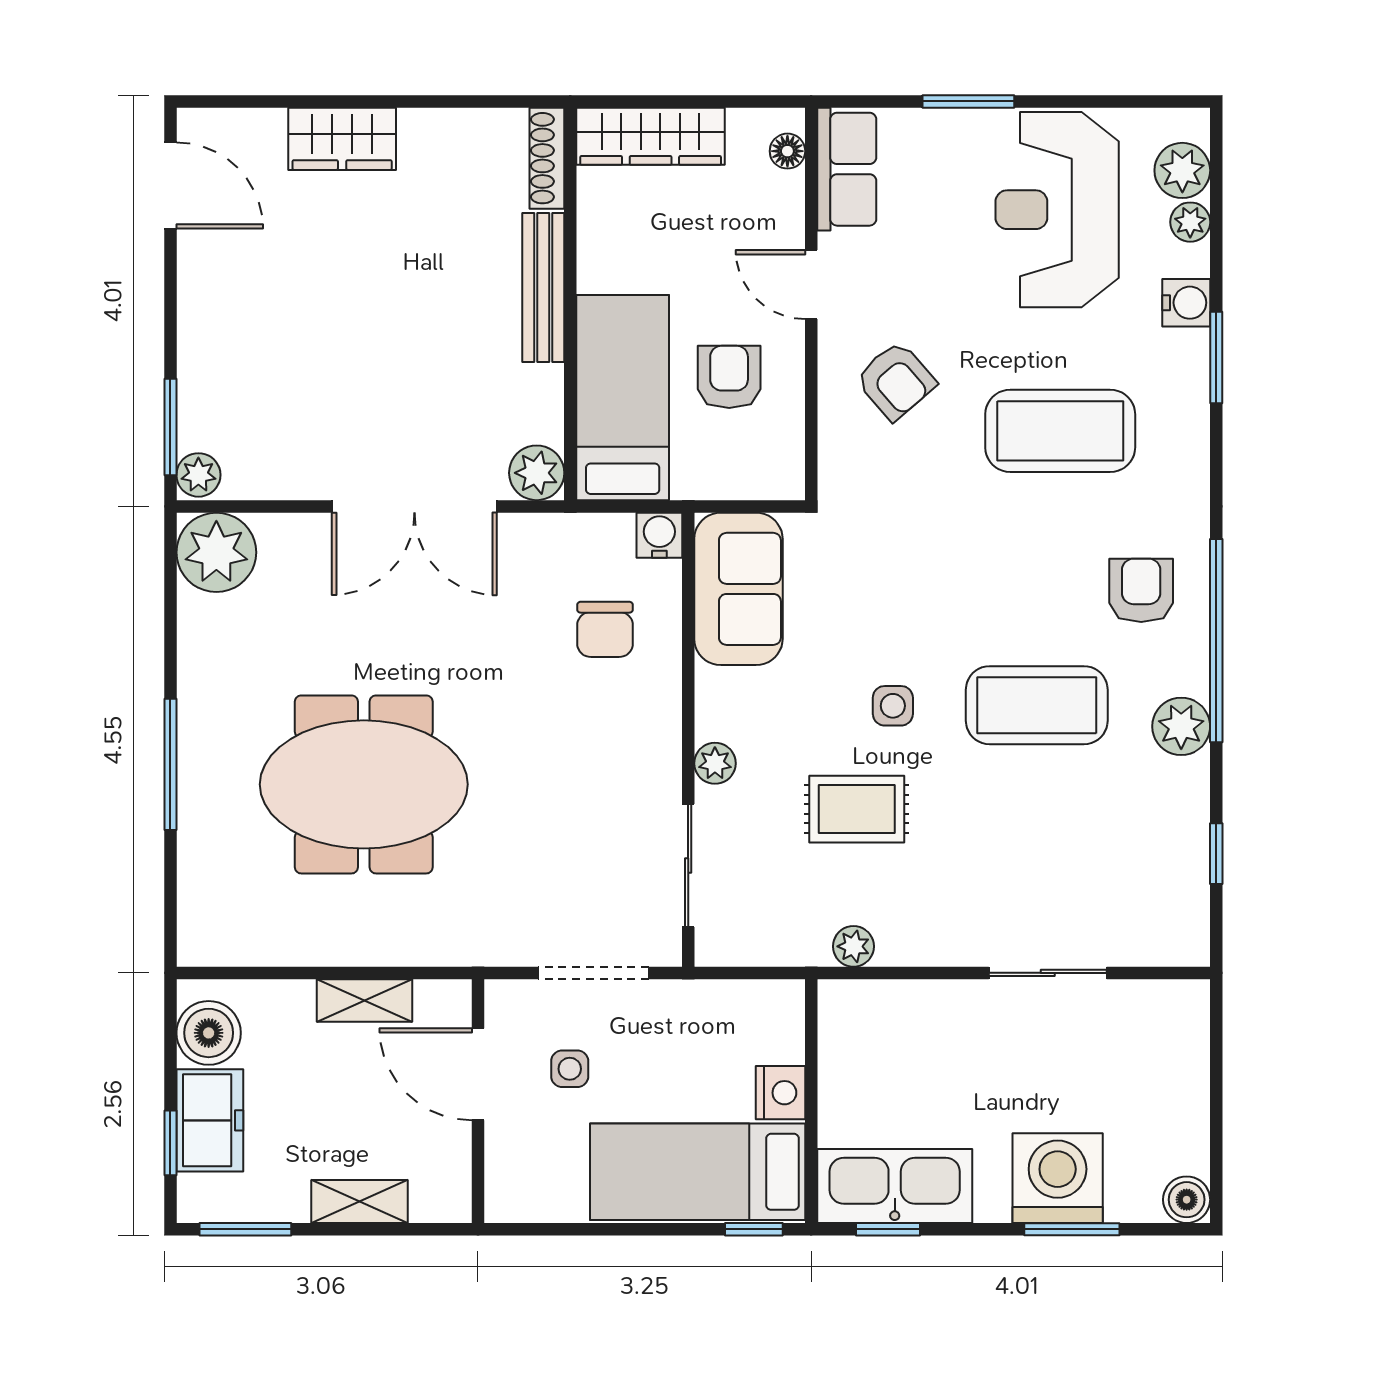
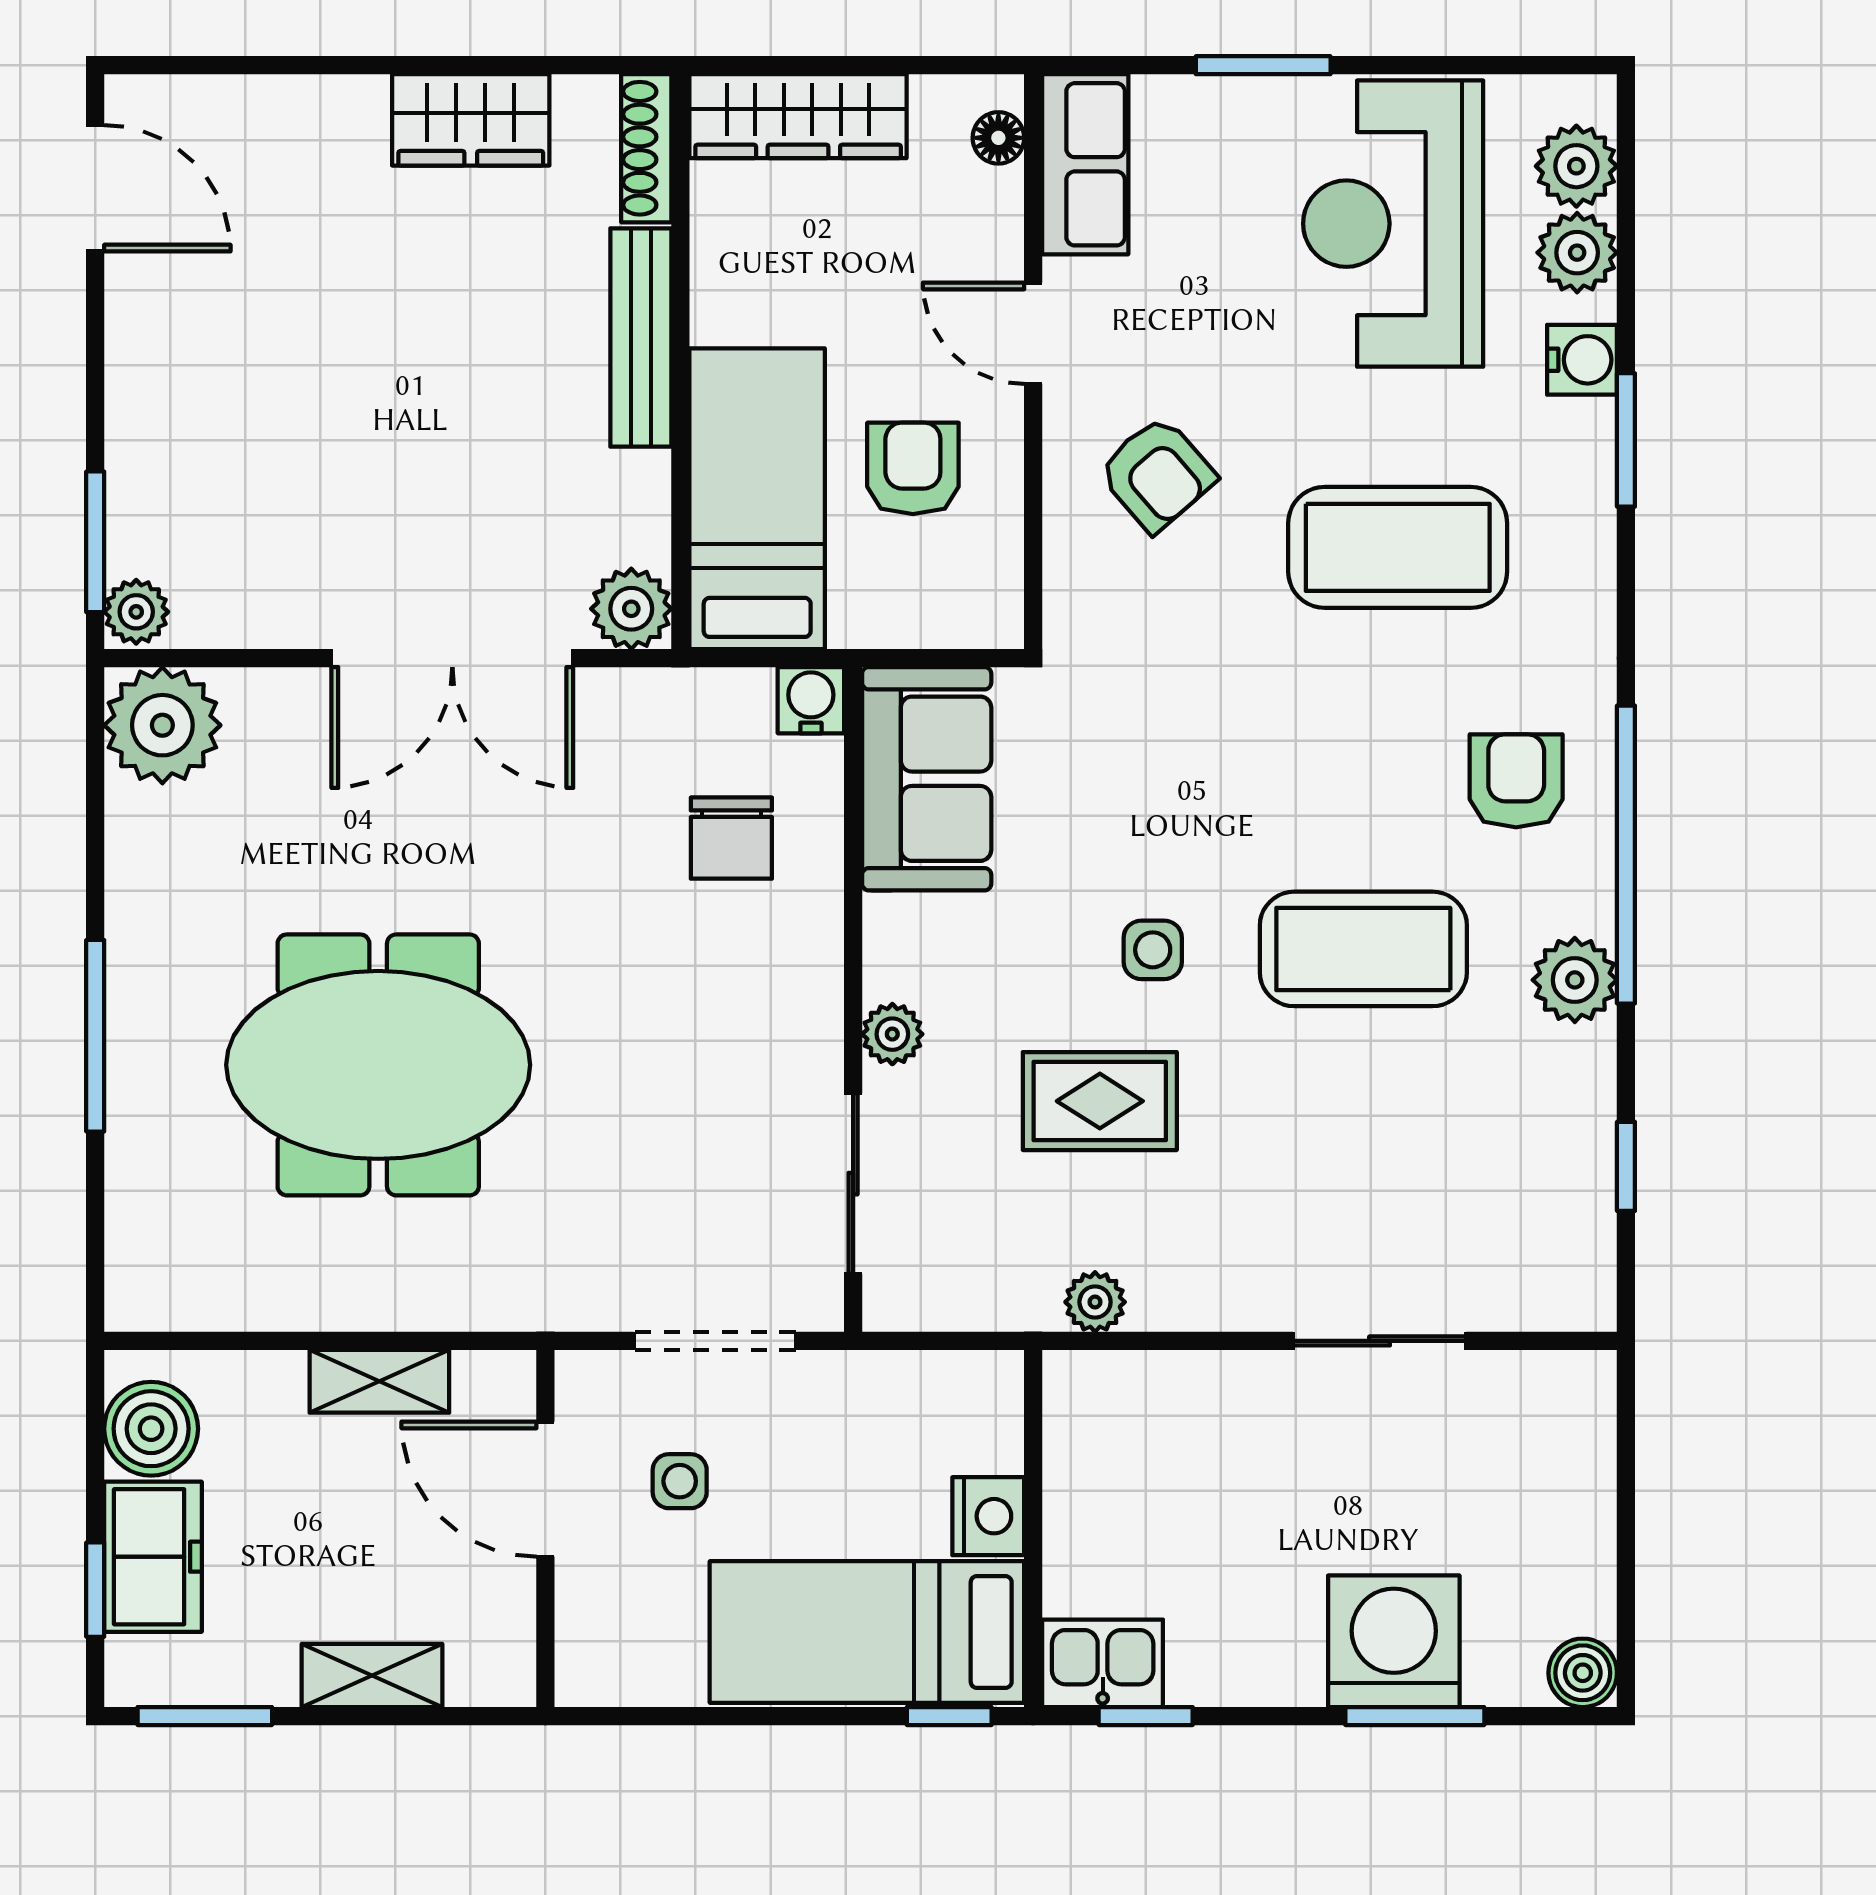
wardrobe: (342, 139) -> (471, 120), moved
plant: (1190, 222) -> (1577, 253), width x1.38, depth x1.38
kitchen sink: (895, 1186) -> (1103, 1663), width x0.53, depth x0.81

